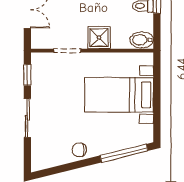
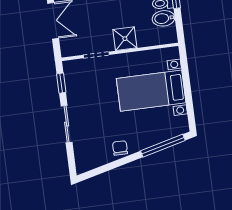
bidet: (142, 40) -> (163, 18), moved
chair: (79, 150) -> (120, 148), turned 90

